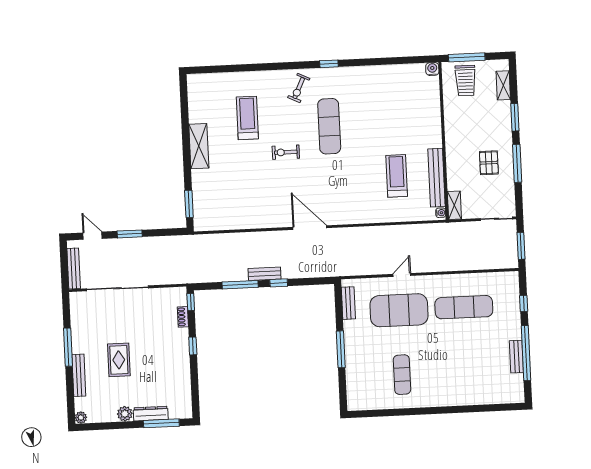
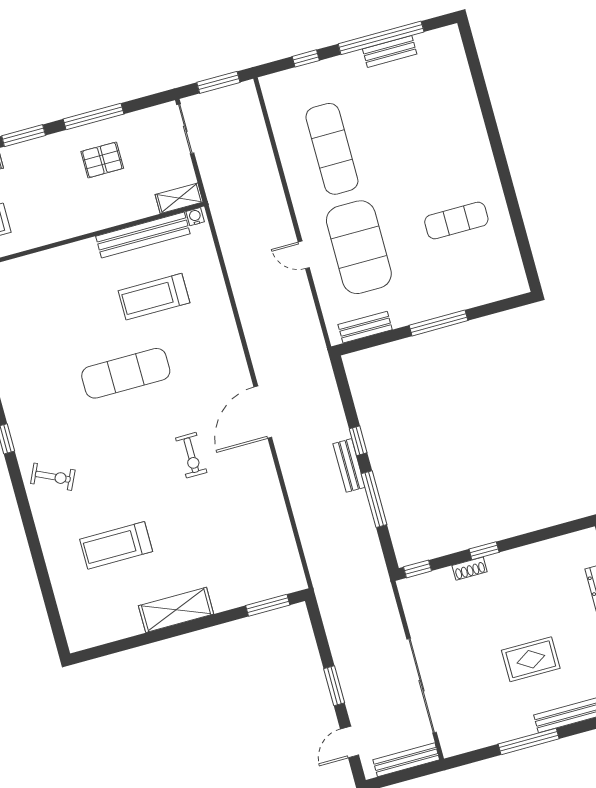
exercise mat: (329, 126) -> (126, 373), moved
exercise bike: (286, 152) -> (191, 455), moved
shoe rack: (183, 317) -> (470, 569), moved

